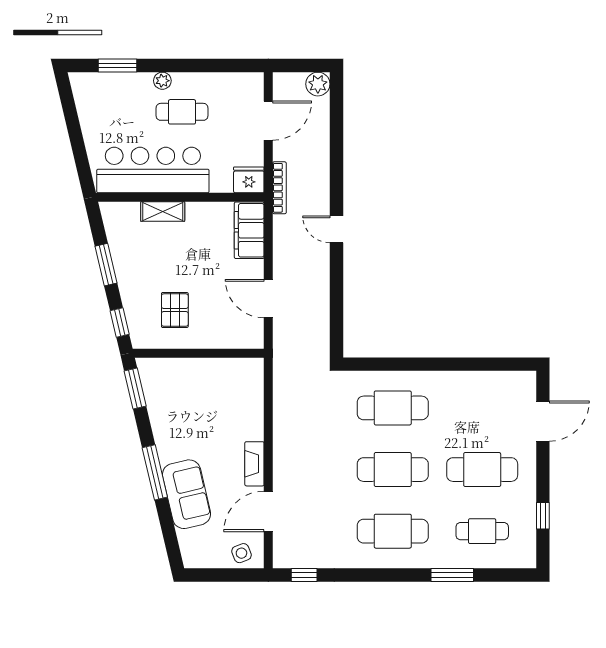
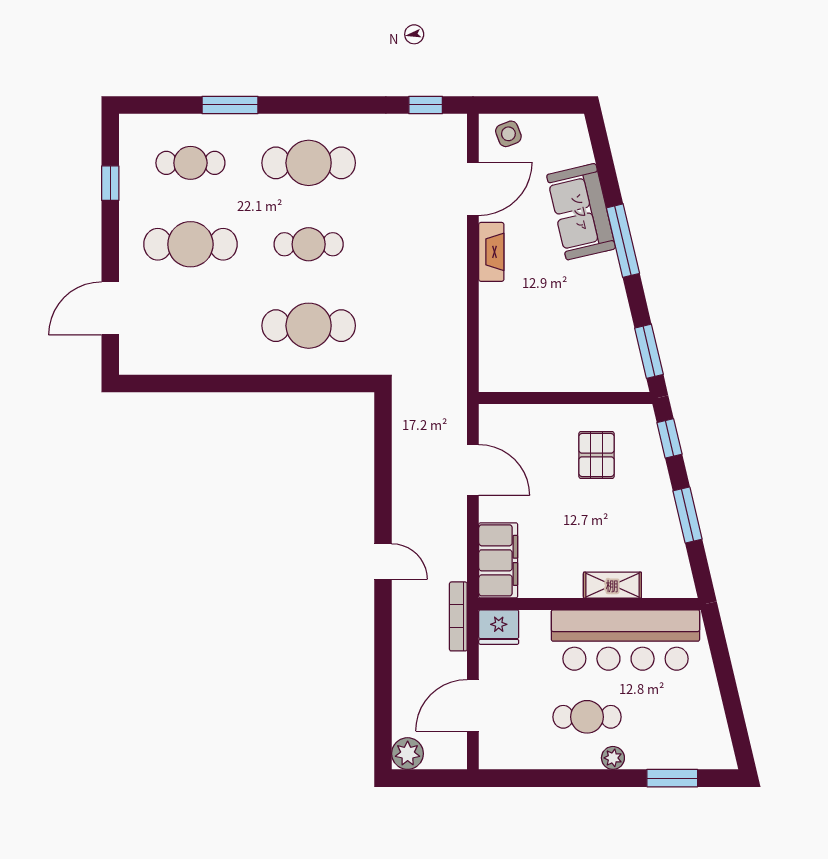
cafe table: (393, 470) -> (309, 244), width x0.73, depth x0.74

